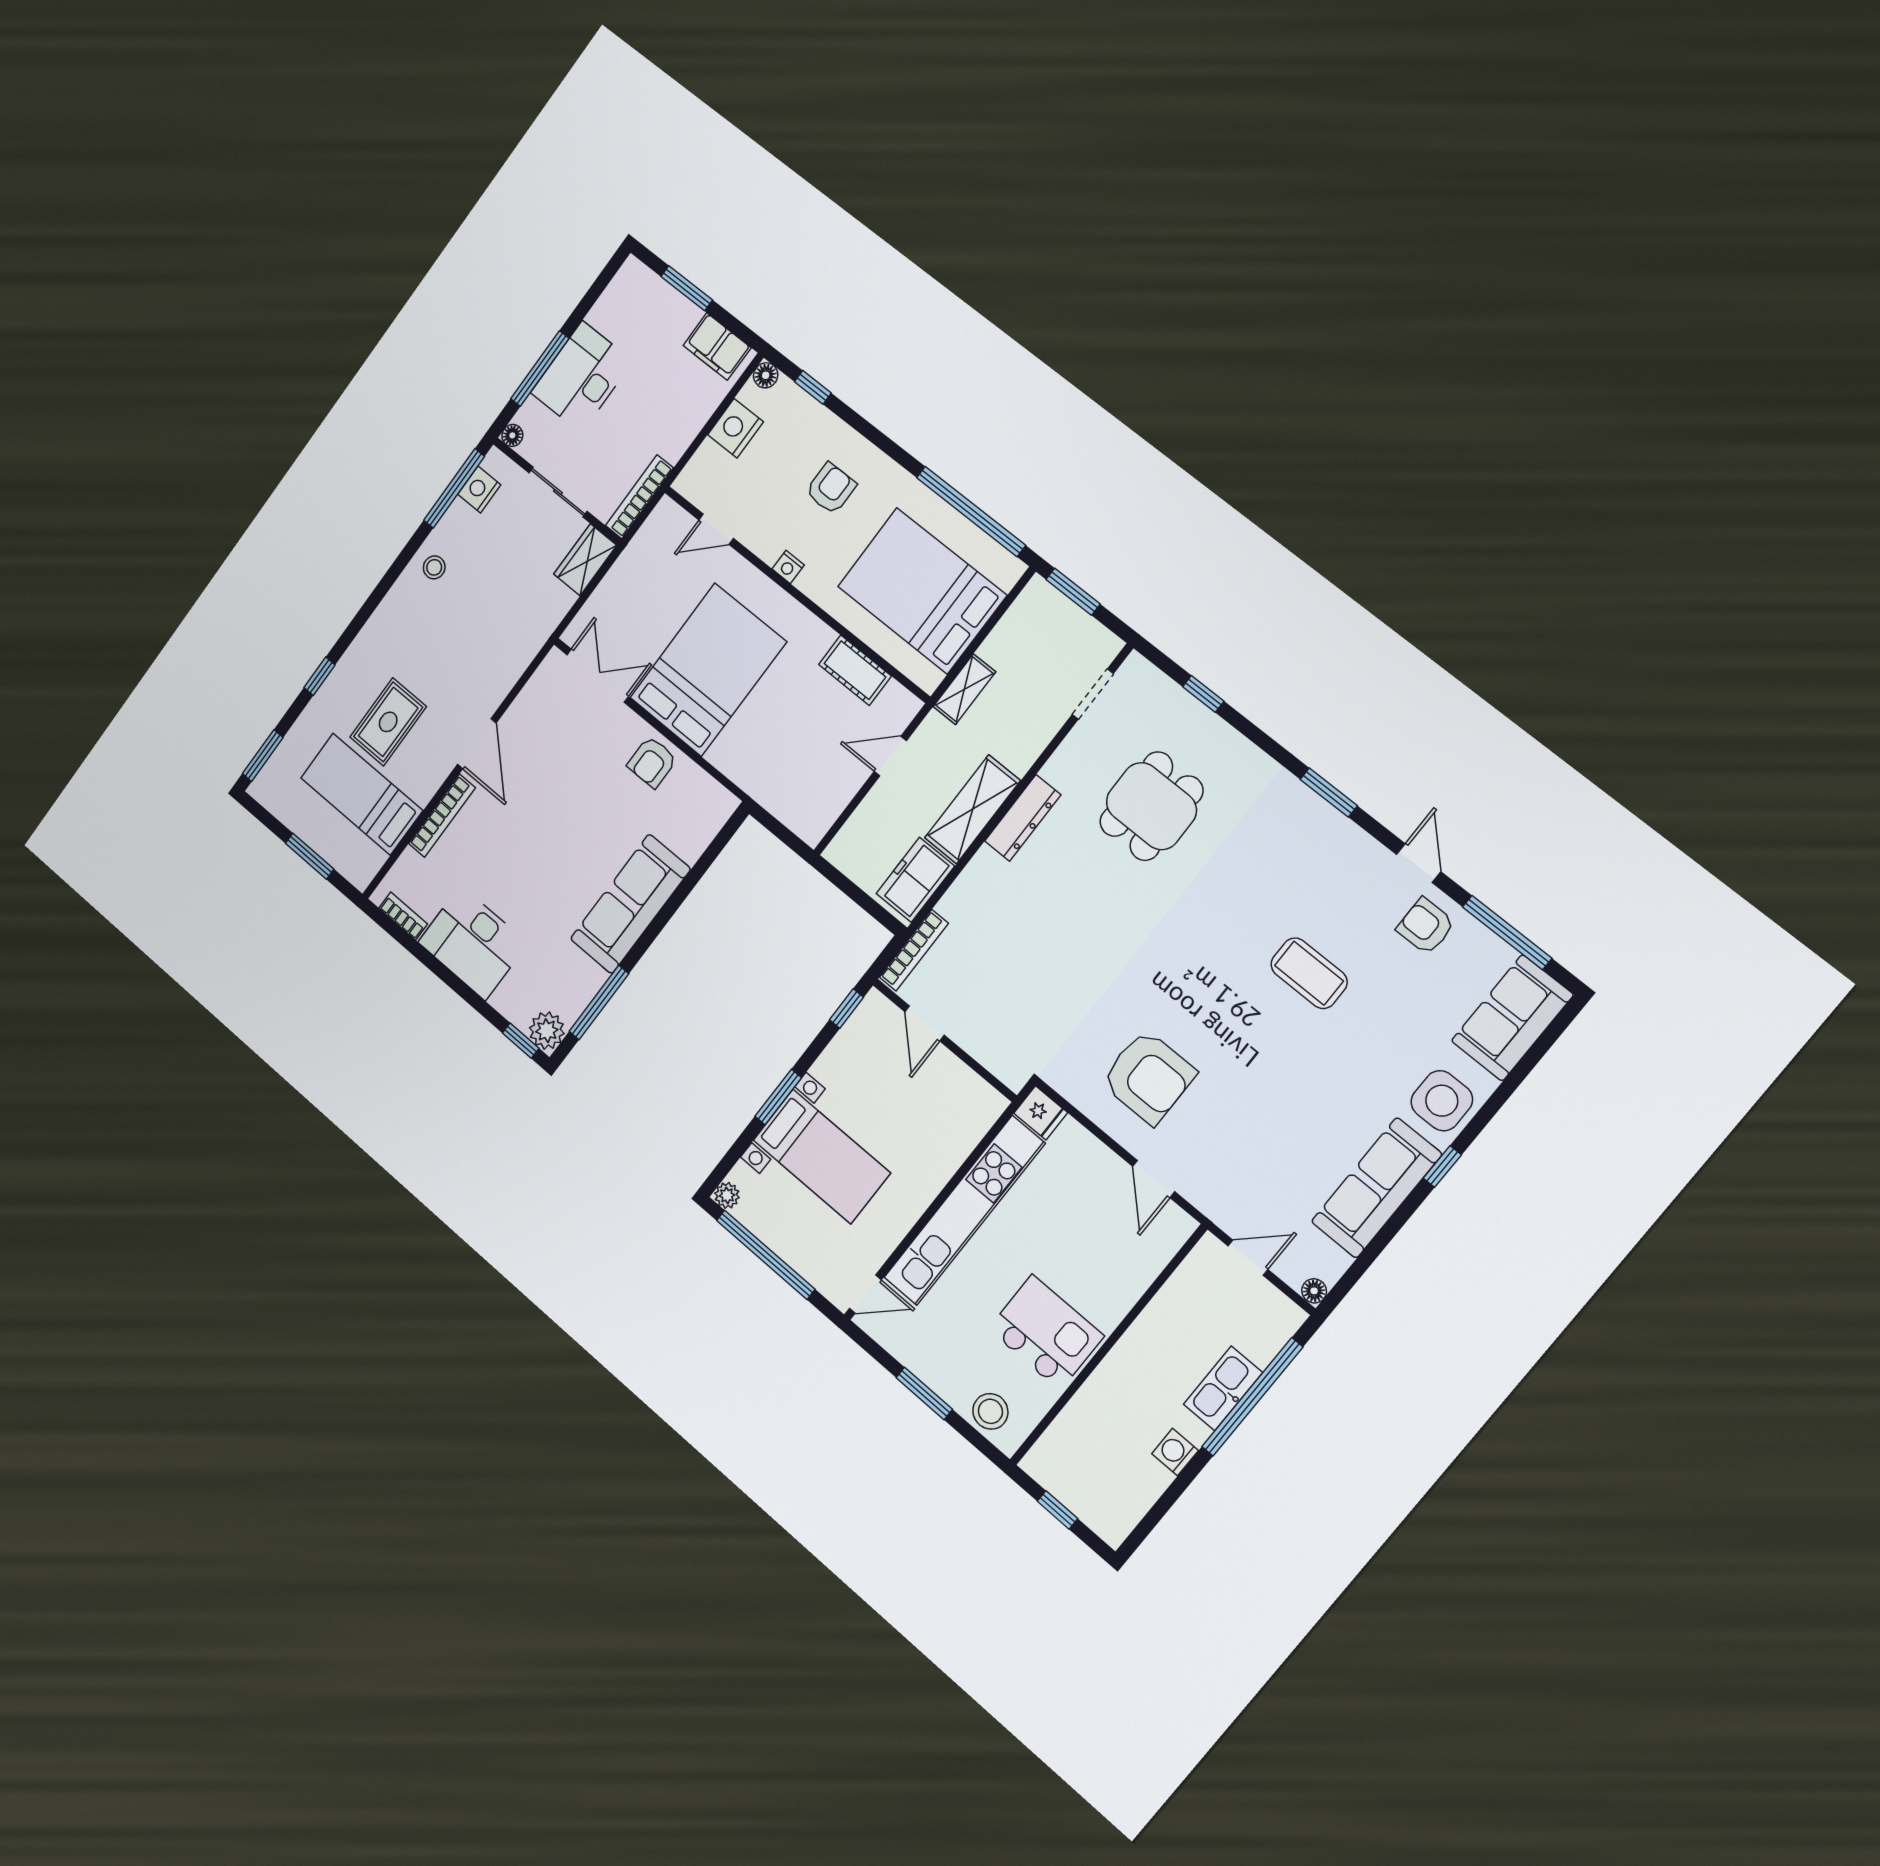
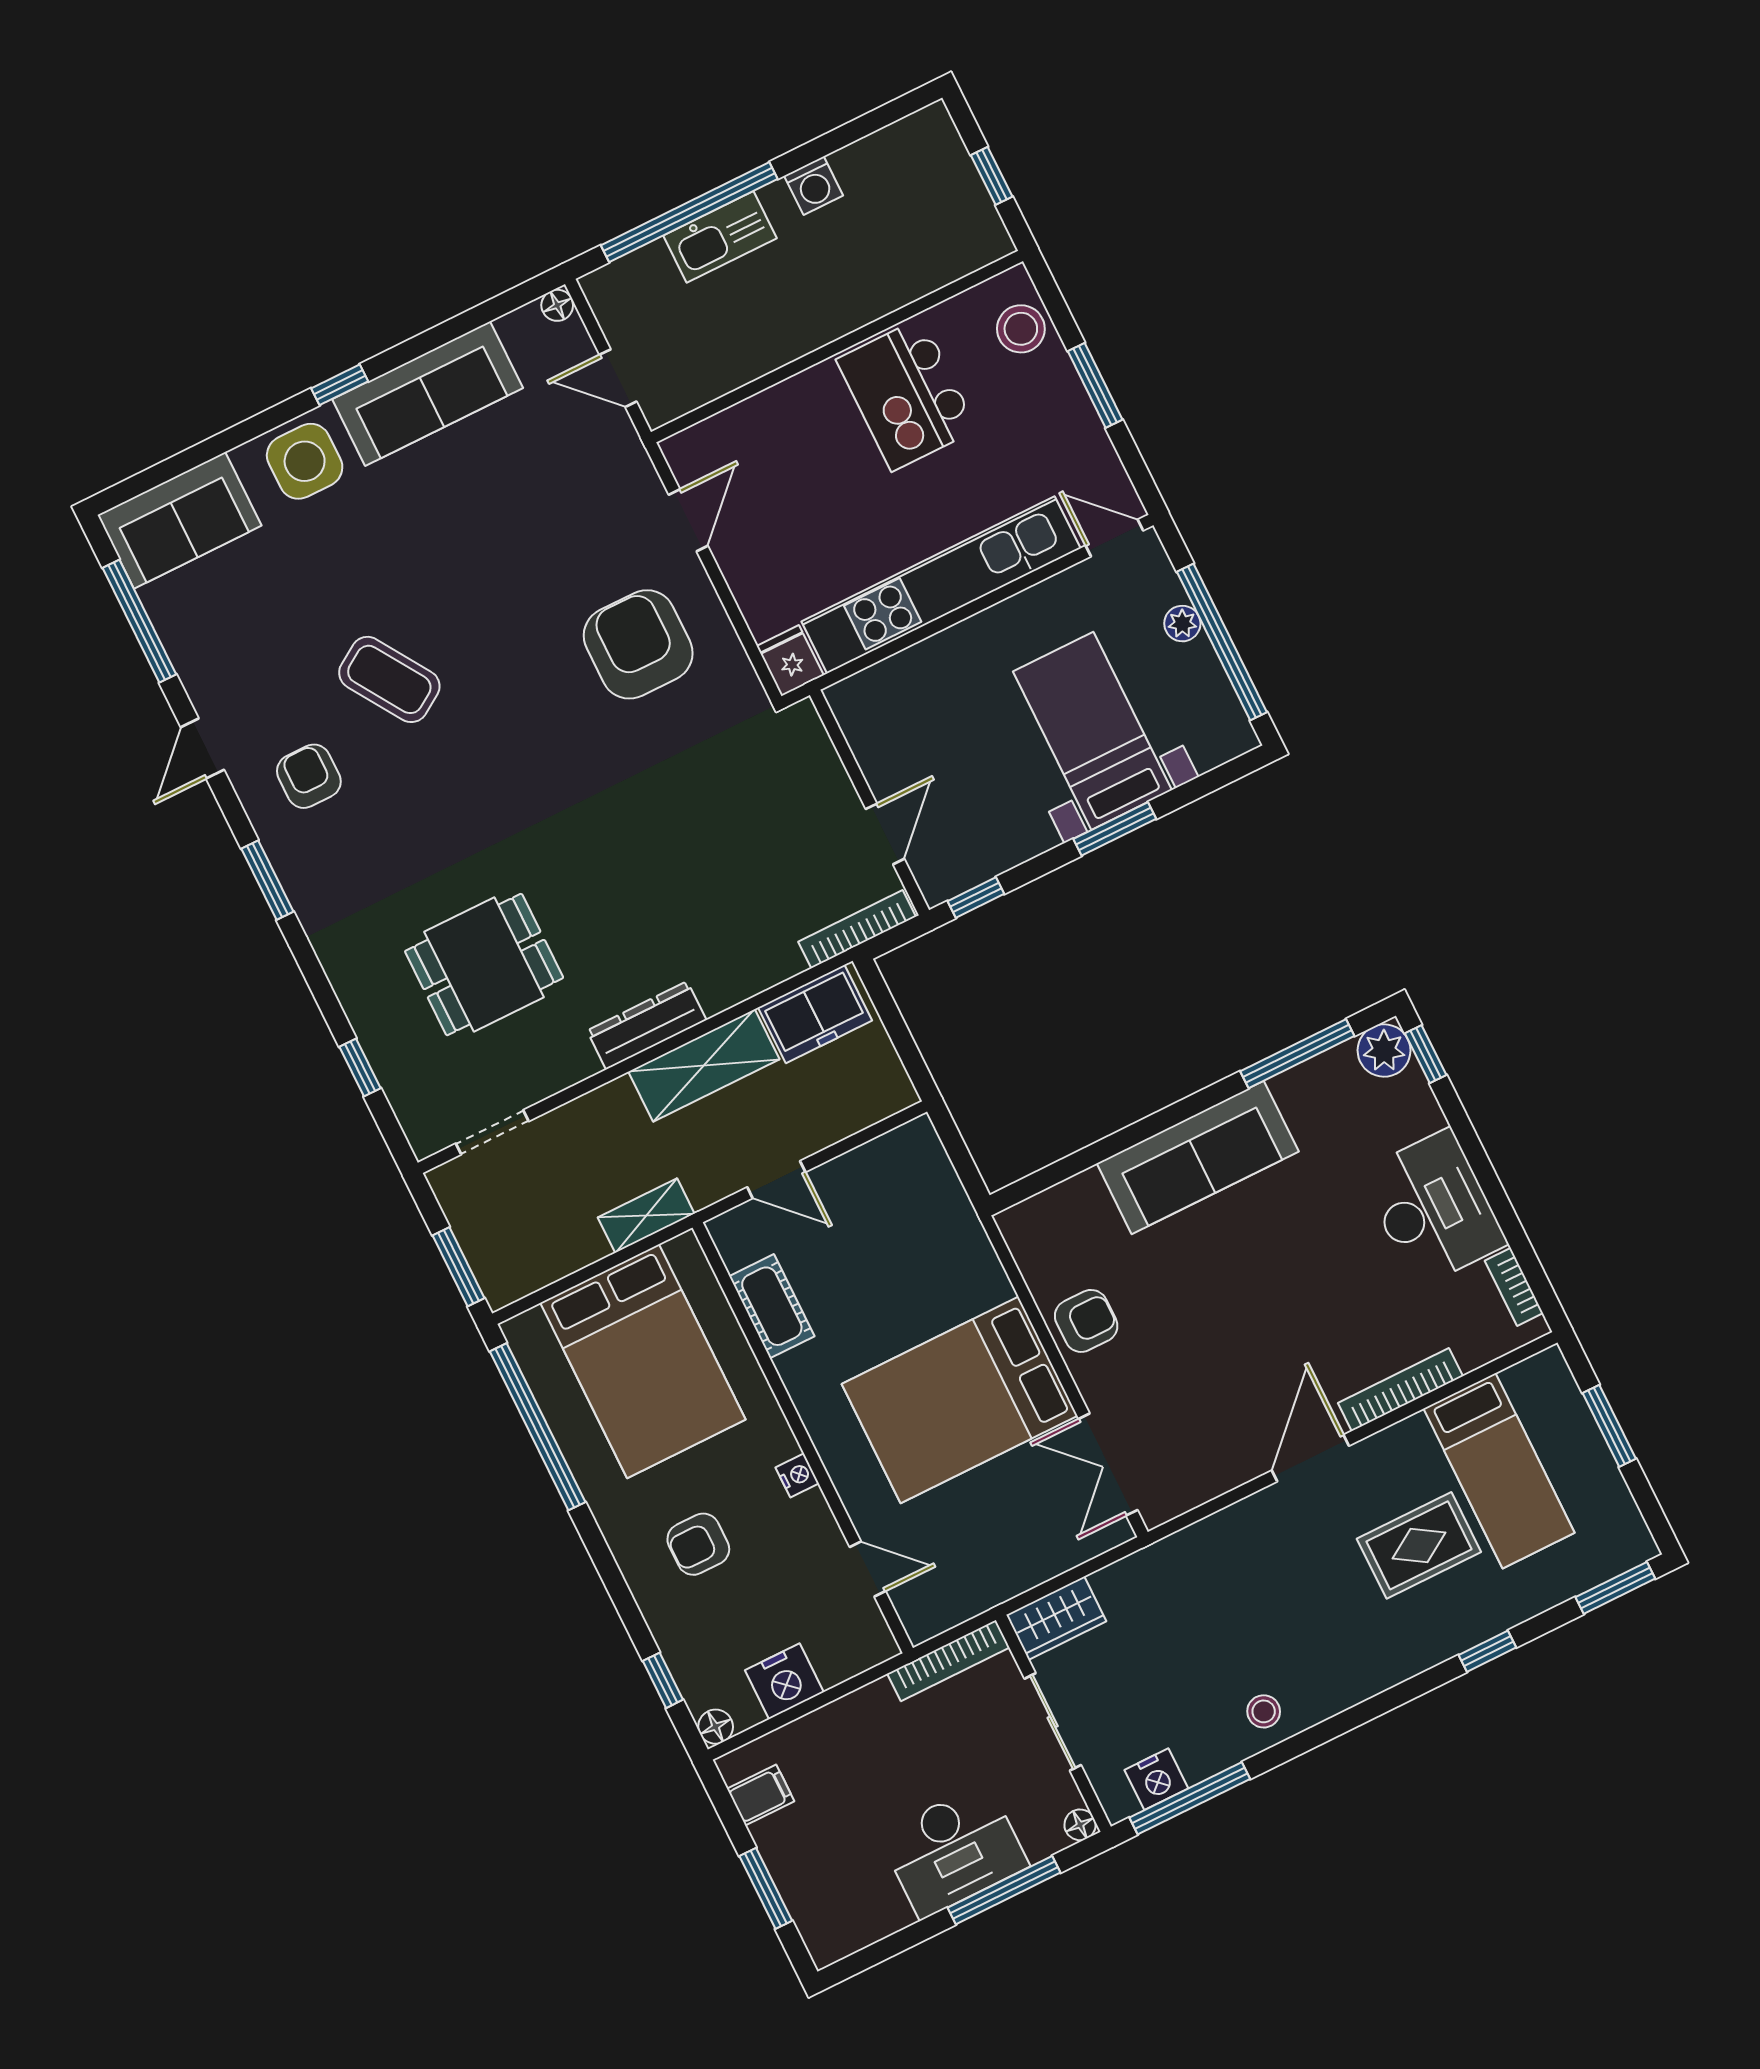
filing cabinet: (717, 347) -> (761, 1795), width x0.50
armchair: (1426, 926) -> (309, 776), moved, turned 180
coffee table: (1309, 973) -> (389, 679), turned -33
plant: (727, 1195) -> (1182, 624), moved

